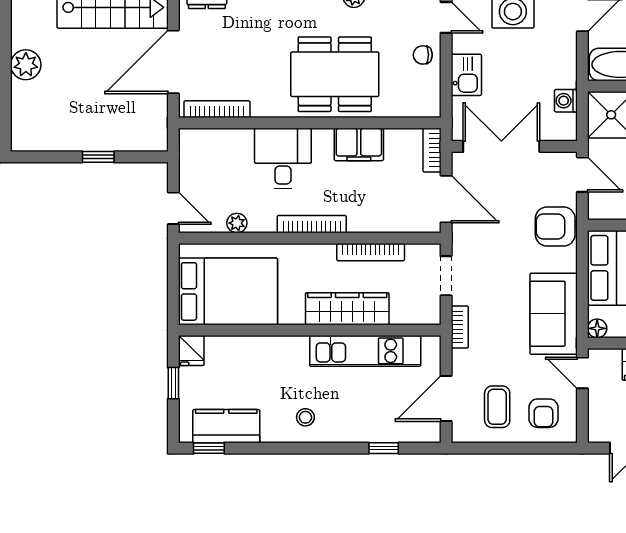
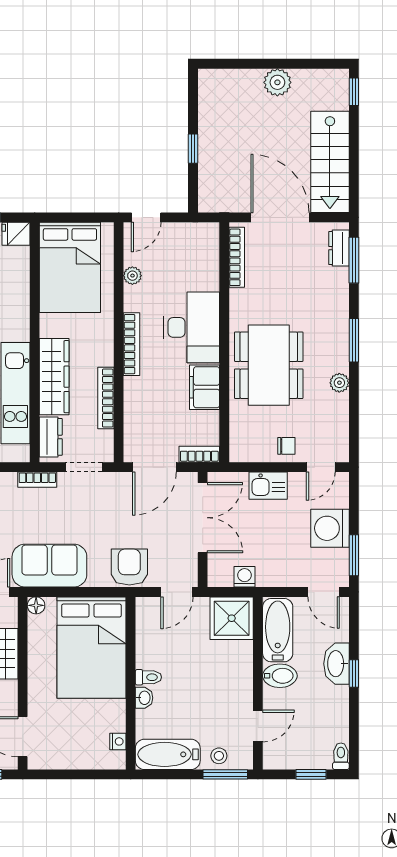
chair: (423, 55) -> (286, 446), turned 90
desk: (283, 159) -> (192, 327), width x1.37
dresser: (413, 312) -> (51, 437), added

